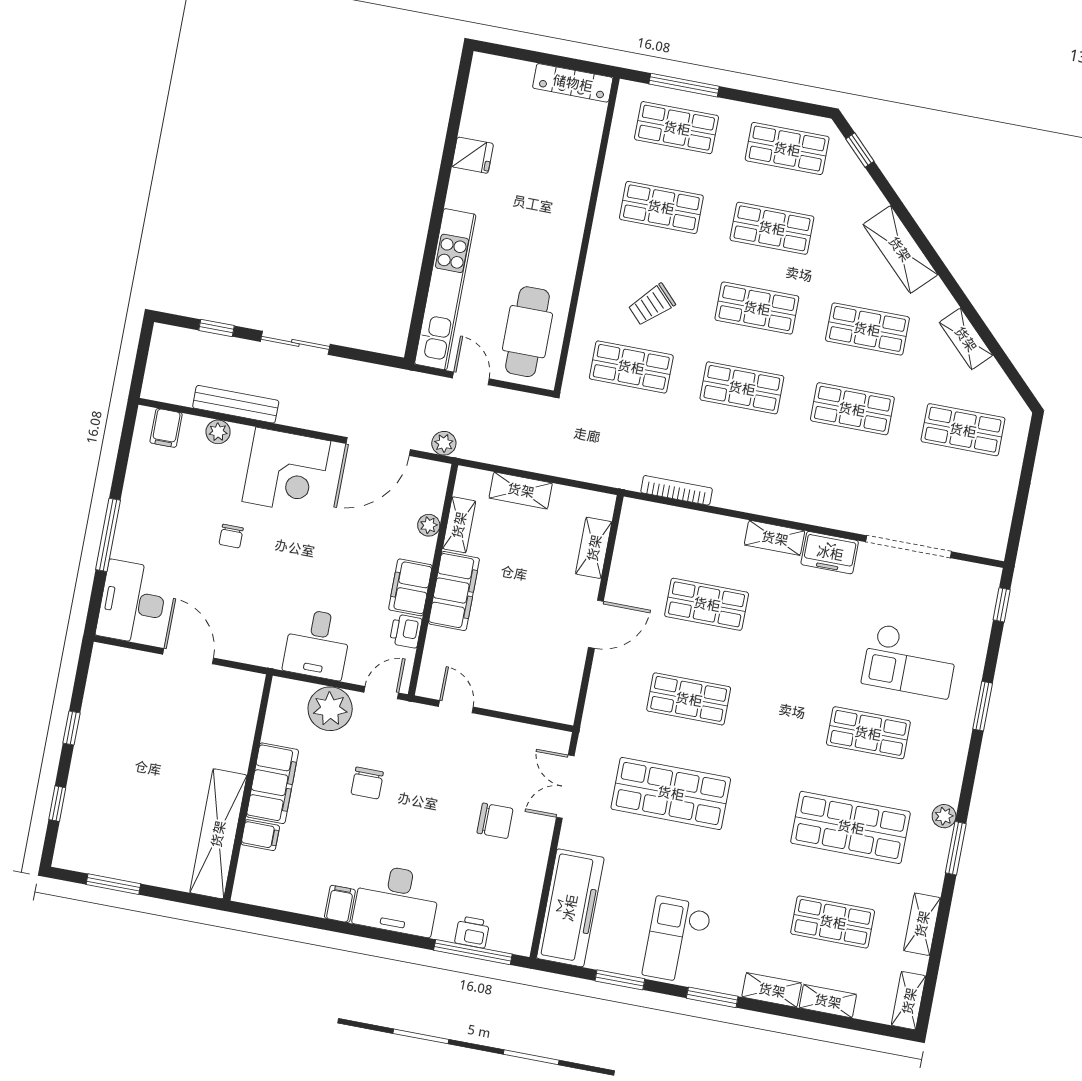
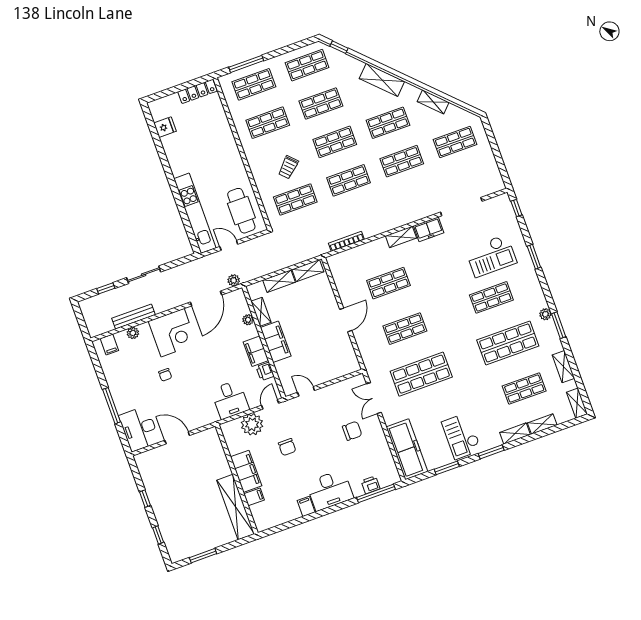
fridge: (473, 155) -> (165, 127), moved
shelving: (594, 548) -> (308, 271), moved, turned 90

